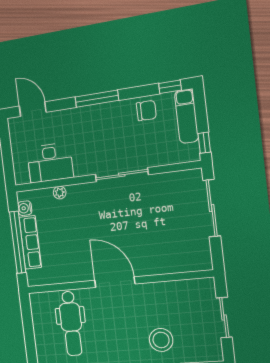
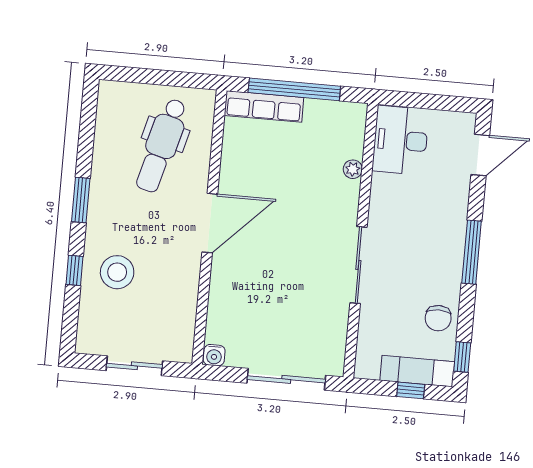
window: (204, 143) -> (411, 390), moved
desk: (50, 163) -> (400, 140), moved
water cooler: (25, 208) -> (214, 355), moved, turned 180
row of seats: (30, 242) -> (264, 106), moved
dental chair: (71, 323) -> (162, 145), turned -75

